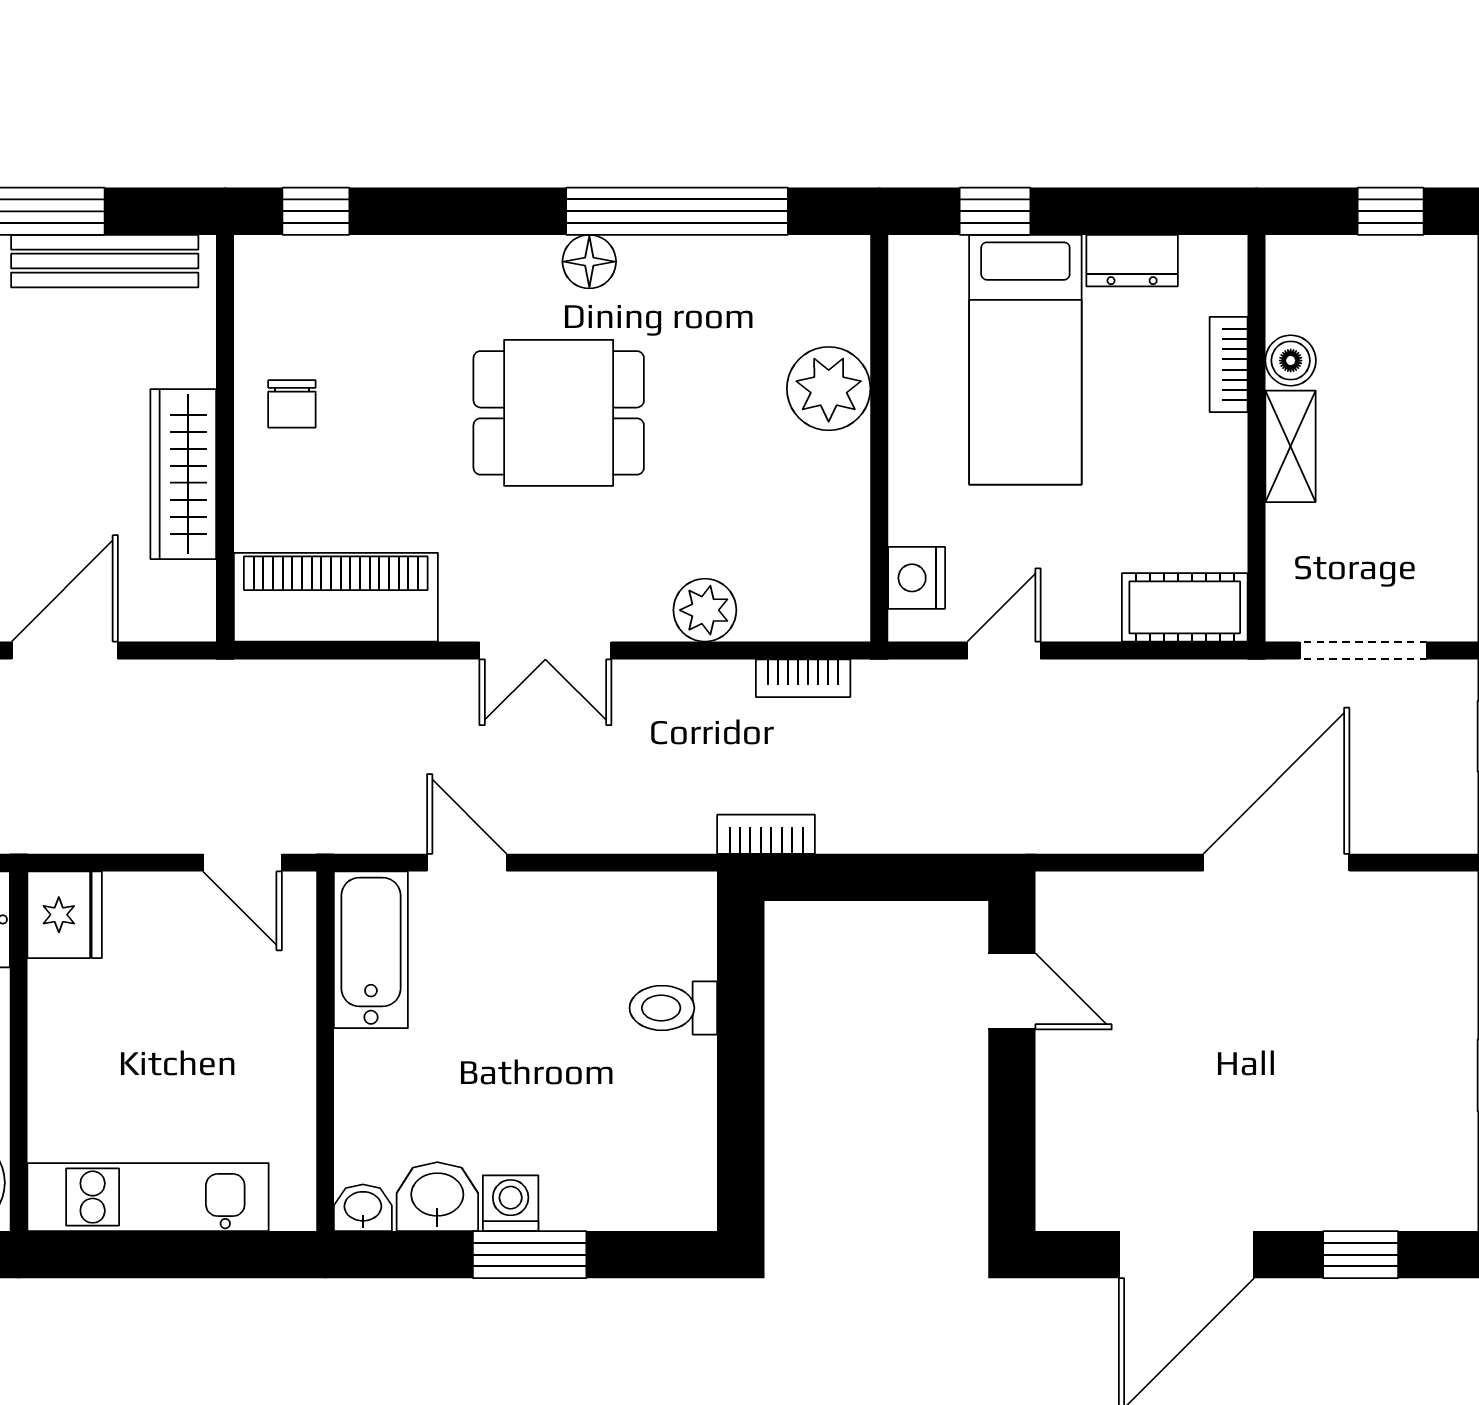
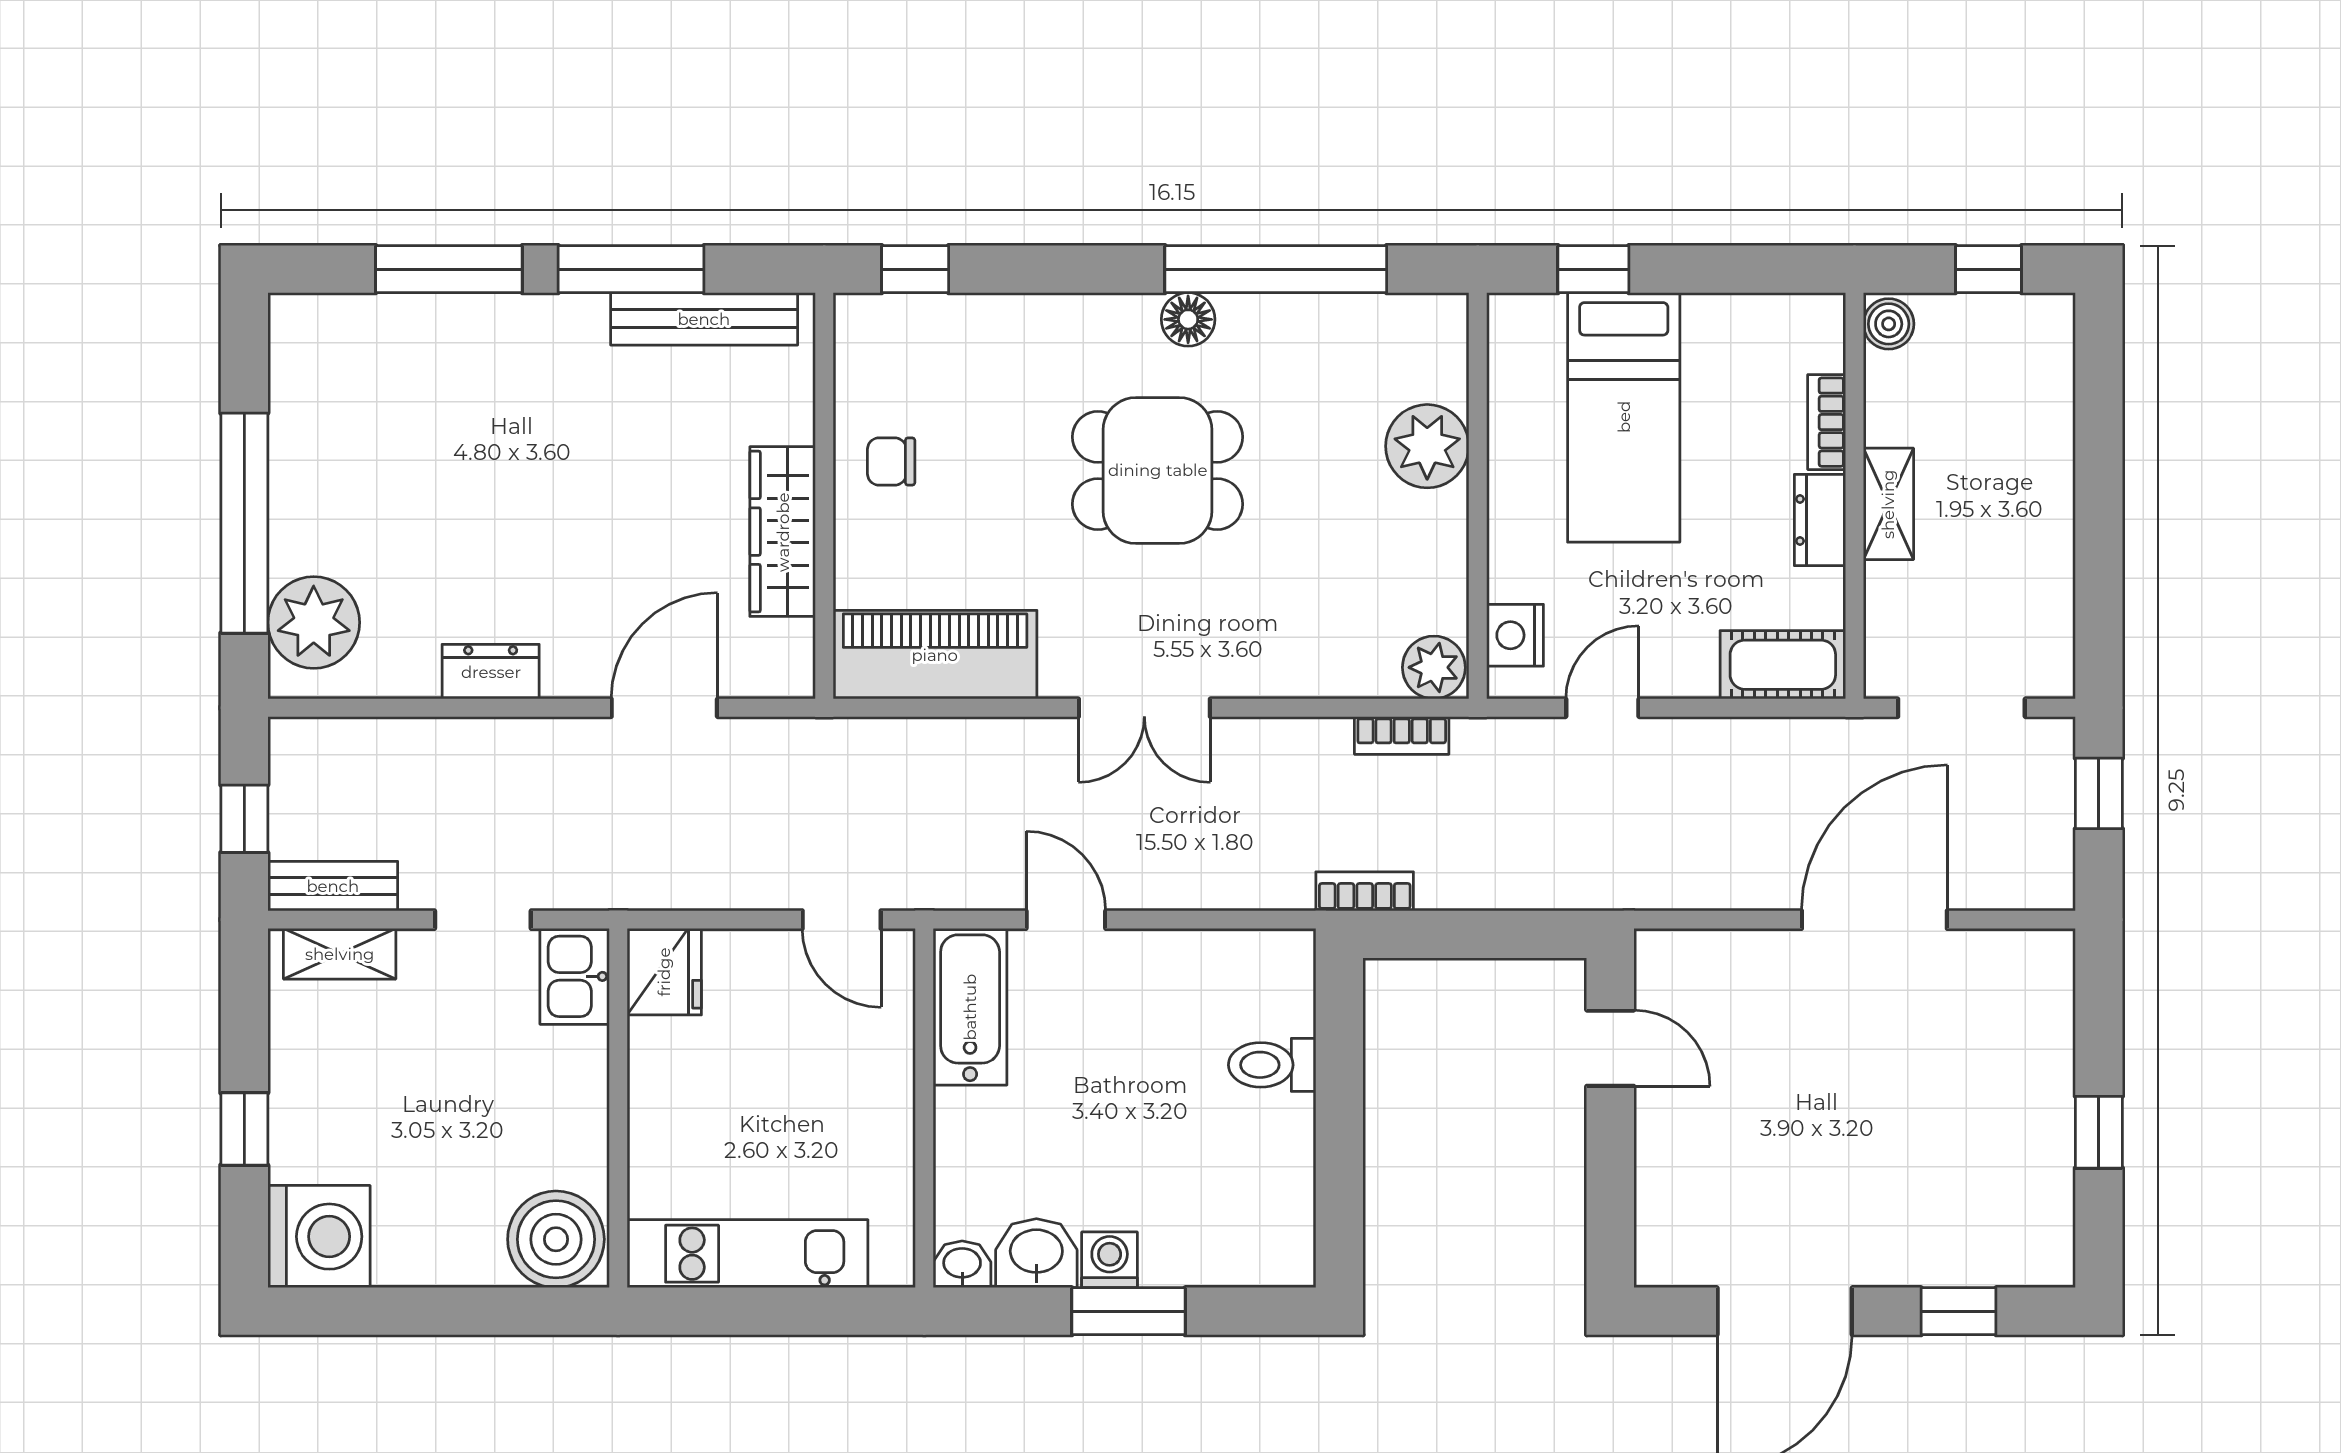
dresser: (1132, 261) -> (1820, 520), moved, turned 90
boiler: (1291, 361) -> (1889, 324), moved
chair: (292, 404) -> (891, 461), turned 90
plant: (705, 610) -> (1434, 667), moved

